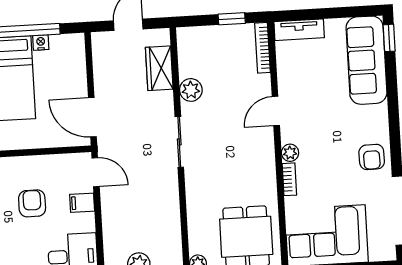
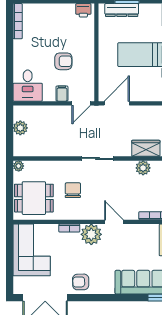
plant: (191, 90) -> (143, 168), moved
plant: (290, 153) -> (91, 234), width x1.88, depth x1.88
chair: (231, 177) -> (73, 190), added

